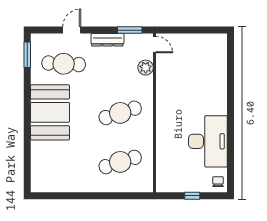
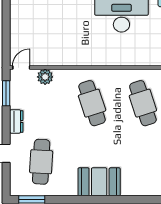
dresser: (107, 40) -> (16, 121), width x0.70
booth: (50, 112) -> (99, 182), width x0.73, depth x0.70

